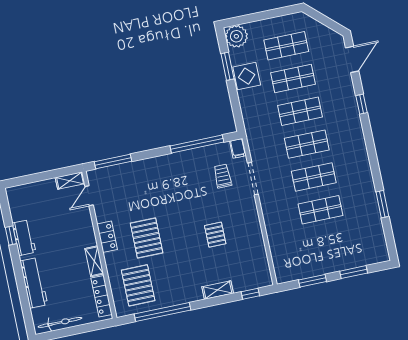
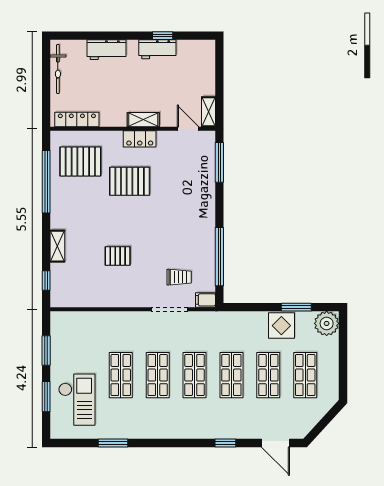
checkout: (351, 244) -> (77, 400), added
shelving: (94, 261) -> (143, 120), moved
workbench: (34, 283) -> (107, 50), width x0.73

